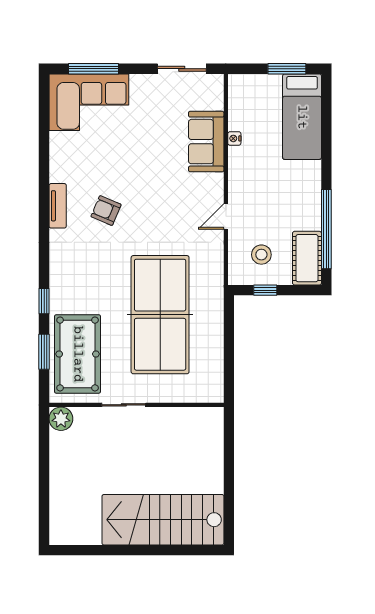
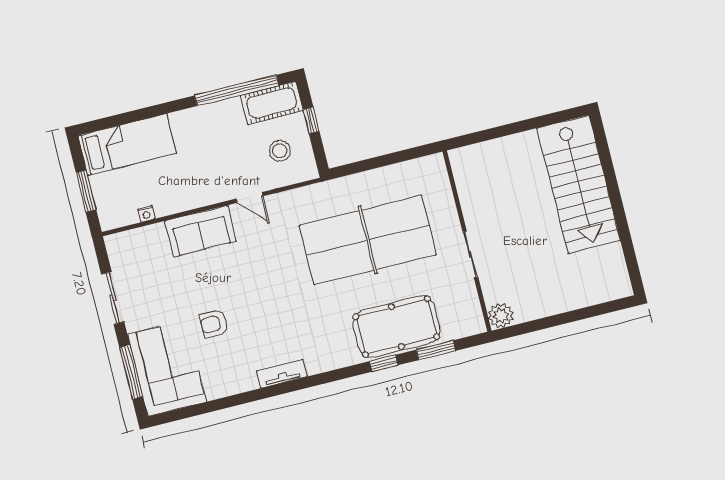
sliding door: (182, 69) -> (113, 298), moved
window: (287, 69) -> (86, 191), moved
nightstand: (234, 138) -> (146, 214), moved
sofa: (206, 142) -> (200, 231), moved
armchair: (106, 211) -> (214, 324), moved, turned 67
window: (265, 290) -> (311, 120), moved
pool table: (78, 354) -> (396, 327), moved

